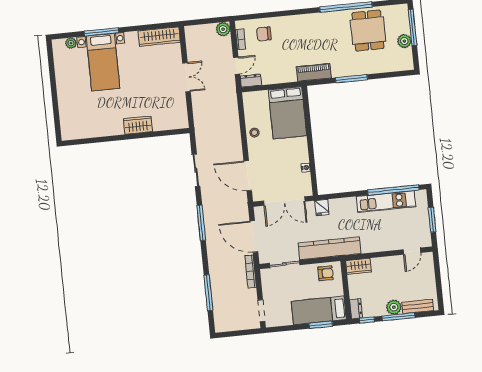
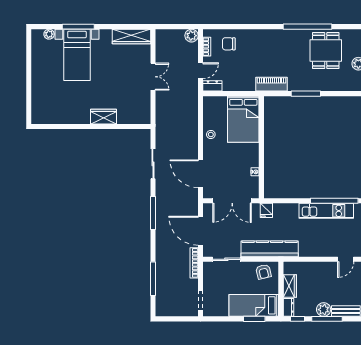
wardrobe: (358, 266) -> (290, 286), moved, turned -90
armchair: (326, 273) -> (263, 272), turned 77

